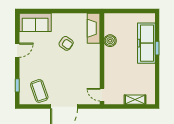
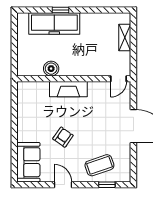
fireplace: (94, 28) -> (68, 89), moved
armchair: (66, 43) -> (63, 137), moved
coffee table: (39, 91) -> (99, 165), moved

